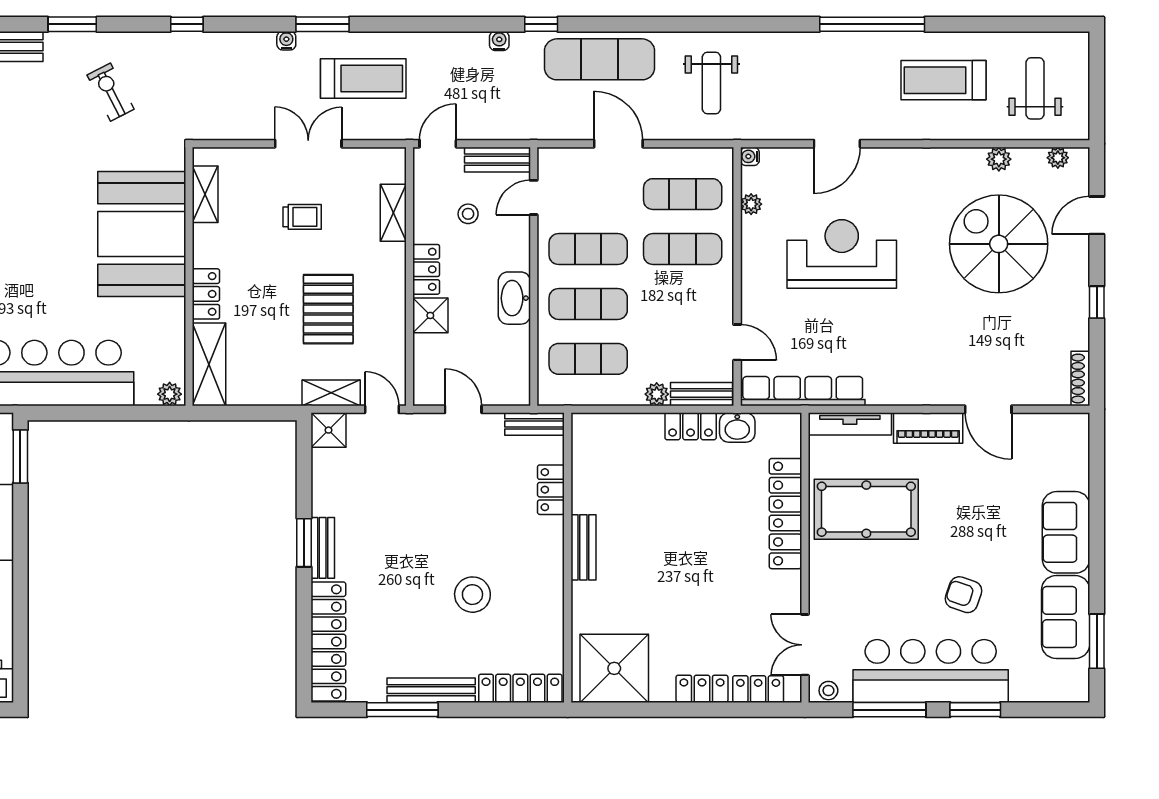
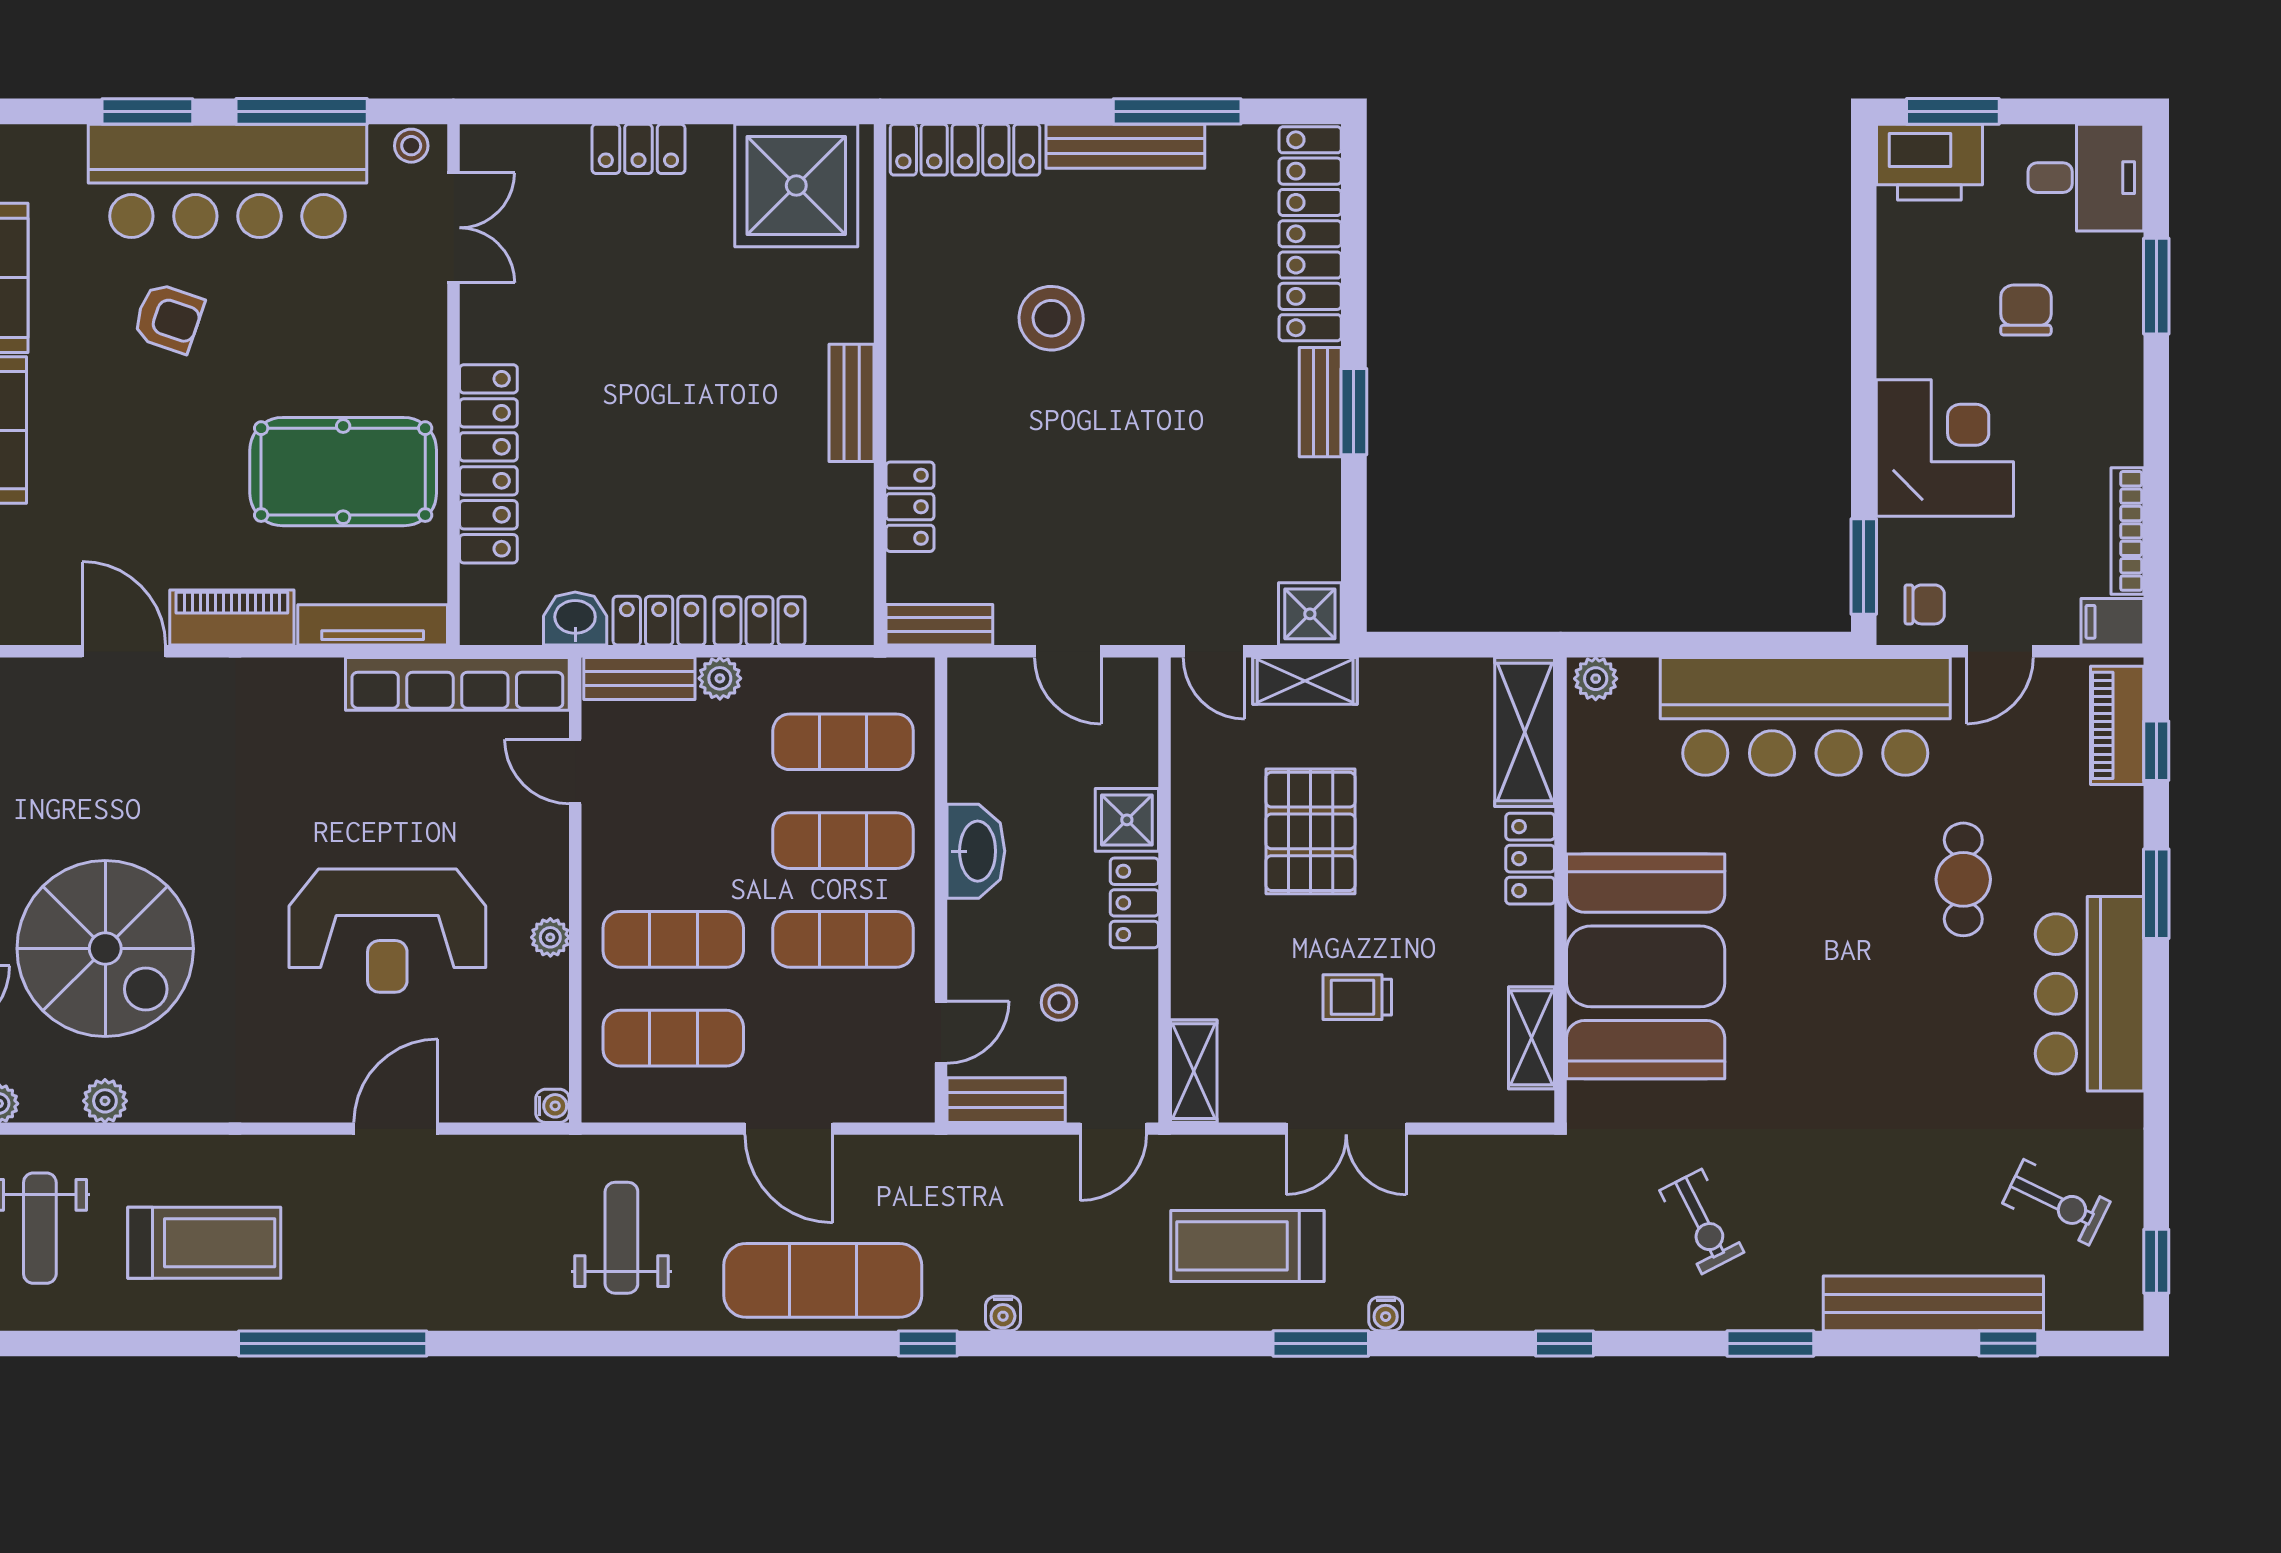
plant: (751, 204) -> (550, 937), moved
shelving: (393, 213) -> (1194, 1071), moved
locker: (758, 689) -> (760, 621), moved, turned 180

